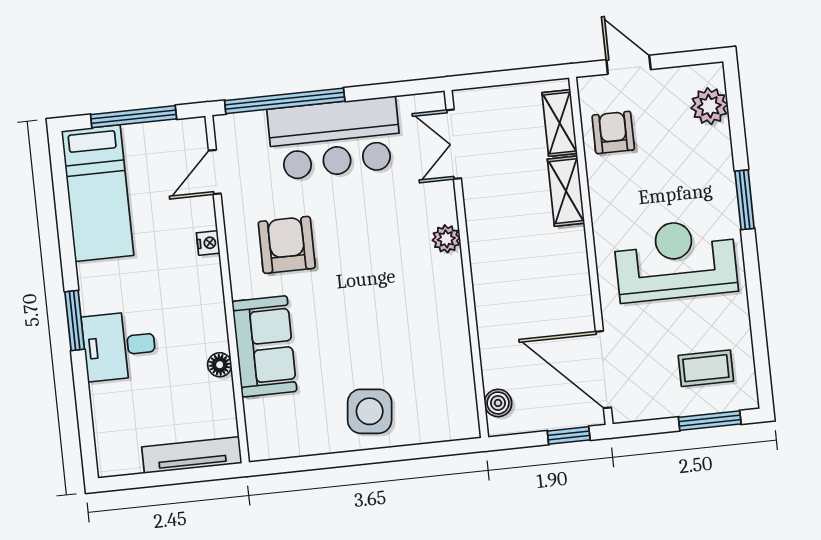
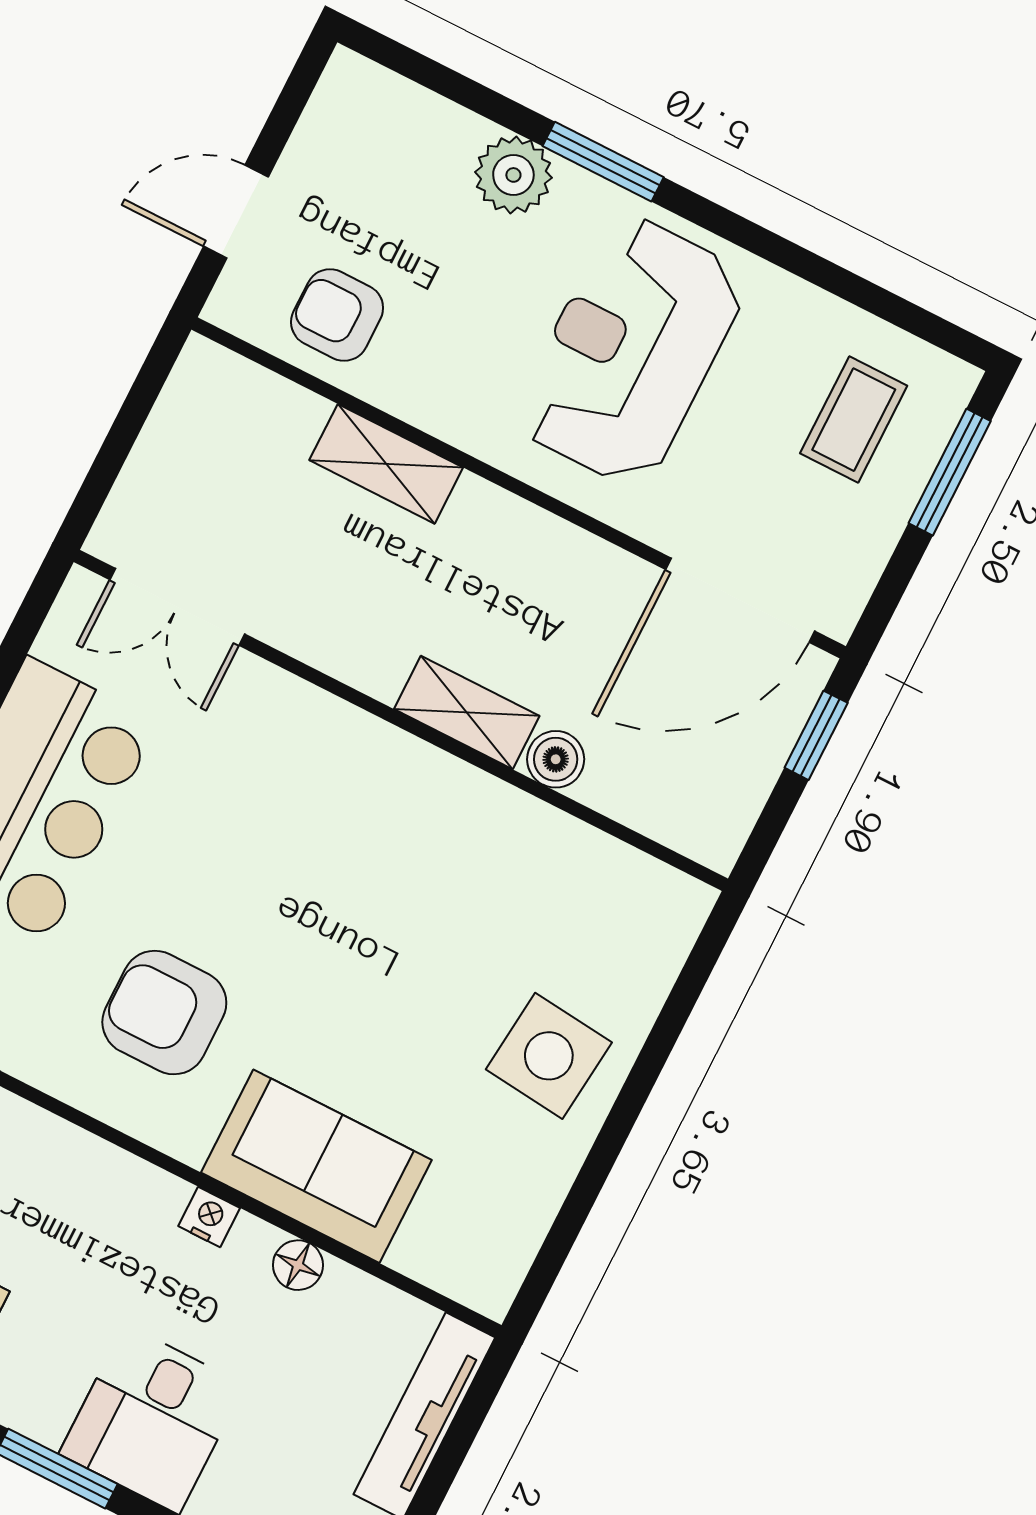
plant: (709, 106) -> (513, 175), moved
shelving: (560, 123) -> (467, 712), moved
plant: (446, 239) -> (334, 727), removed
nightstand: (208, 243) -> (209, 1217), moved
boiler: (498, 403) -> (556, 759), moved

